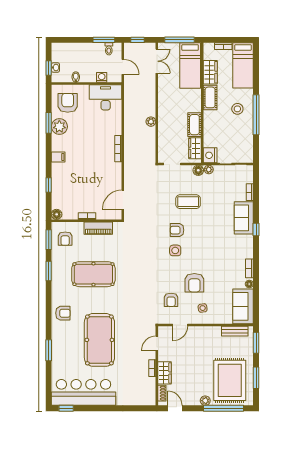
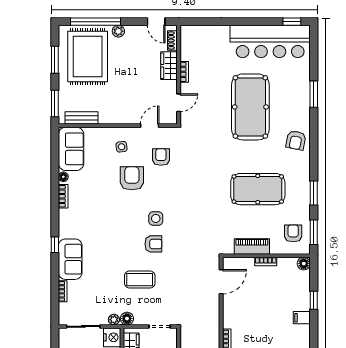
filing cabinet: (58, 157) -> (302, 318), moved
armchair: (63, 313) -> (296, 140), turned -79

